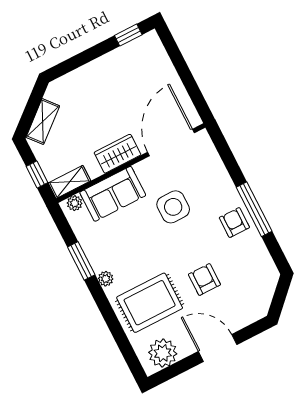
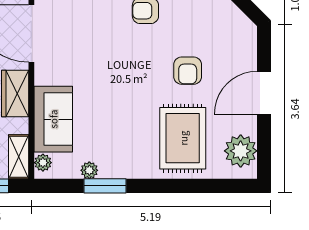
side table: (173, 207) -> (98, 65), removed
plant: (106, 279) -> (89, 170), moved
armchair: (204, 280) -> (188, 71), turned -90

